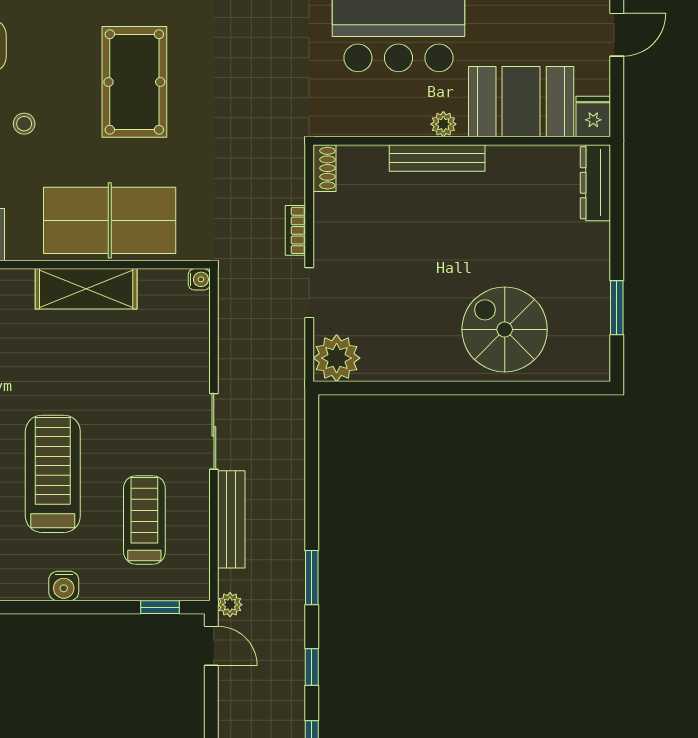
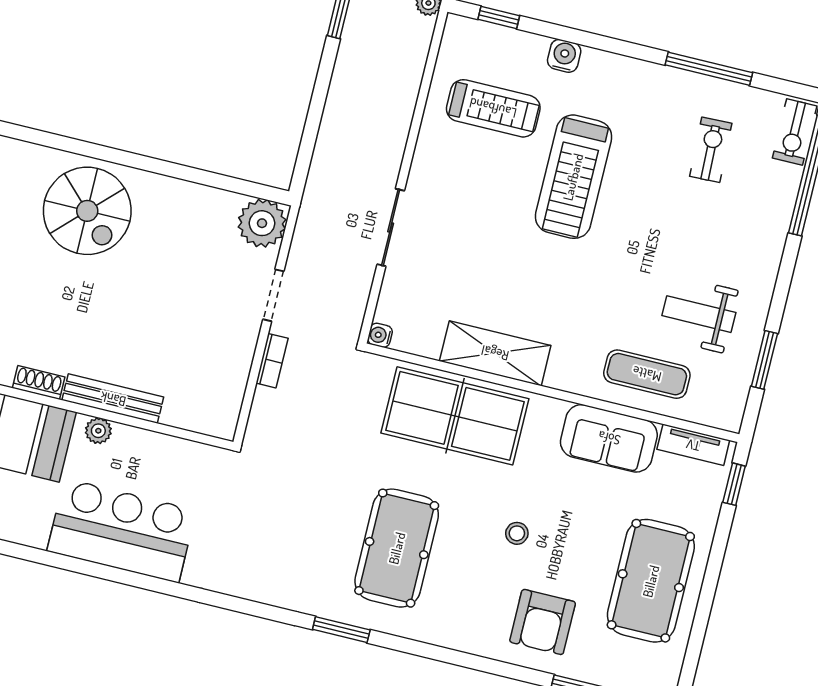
shoe rack: (324, 168) -> (39, 382), moved, turned 90
sliding door: (214, 431) -> (391, 227), moved
bench: (231, 519) -> (406, 88), removed
treadmill: (144, 520) -> (493, 108), turned -90
water cooler: (64, 586) -> (564, 56), moved

